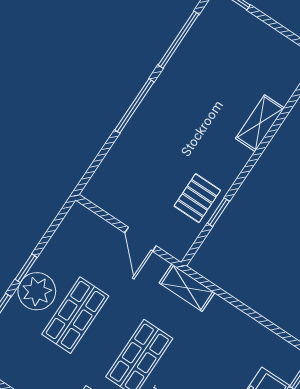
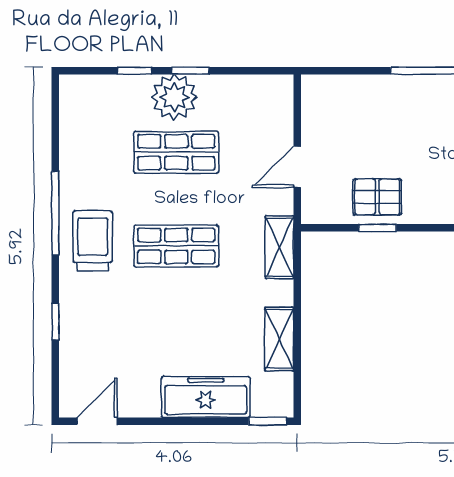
shelving: (250, 330) -> (279, 339), added

